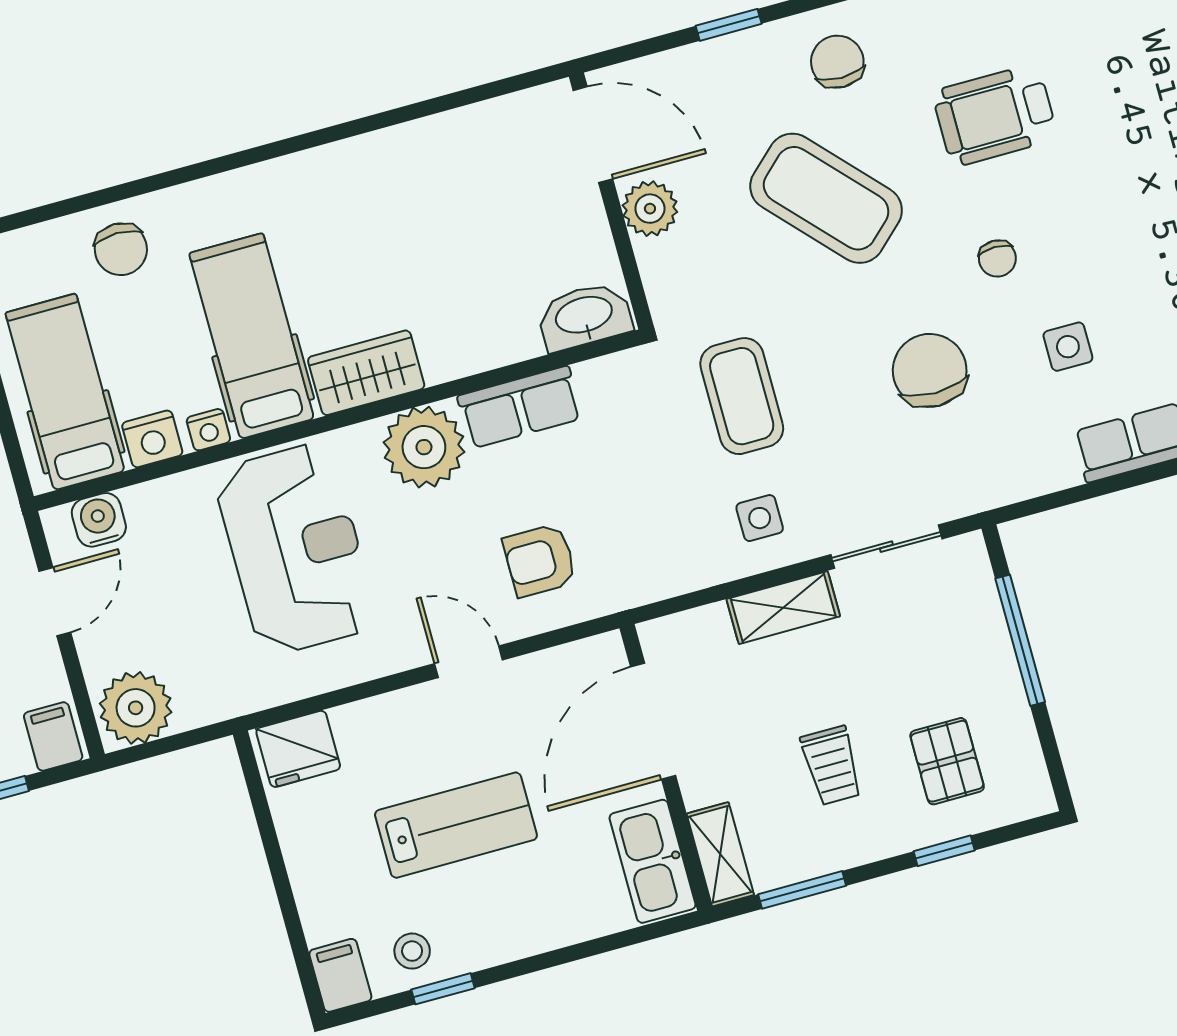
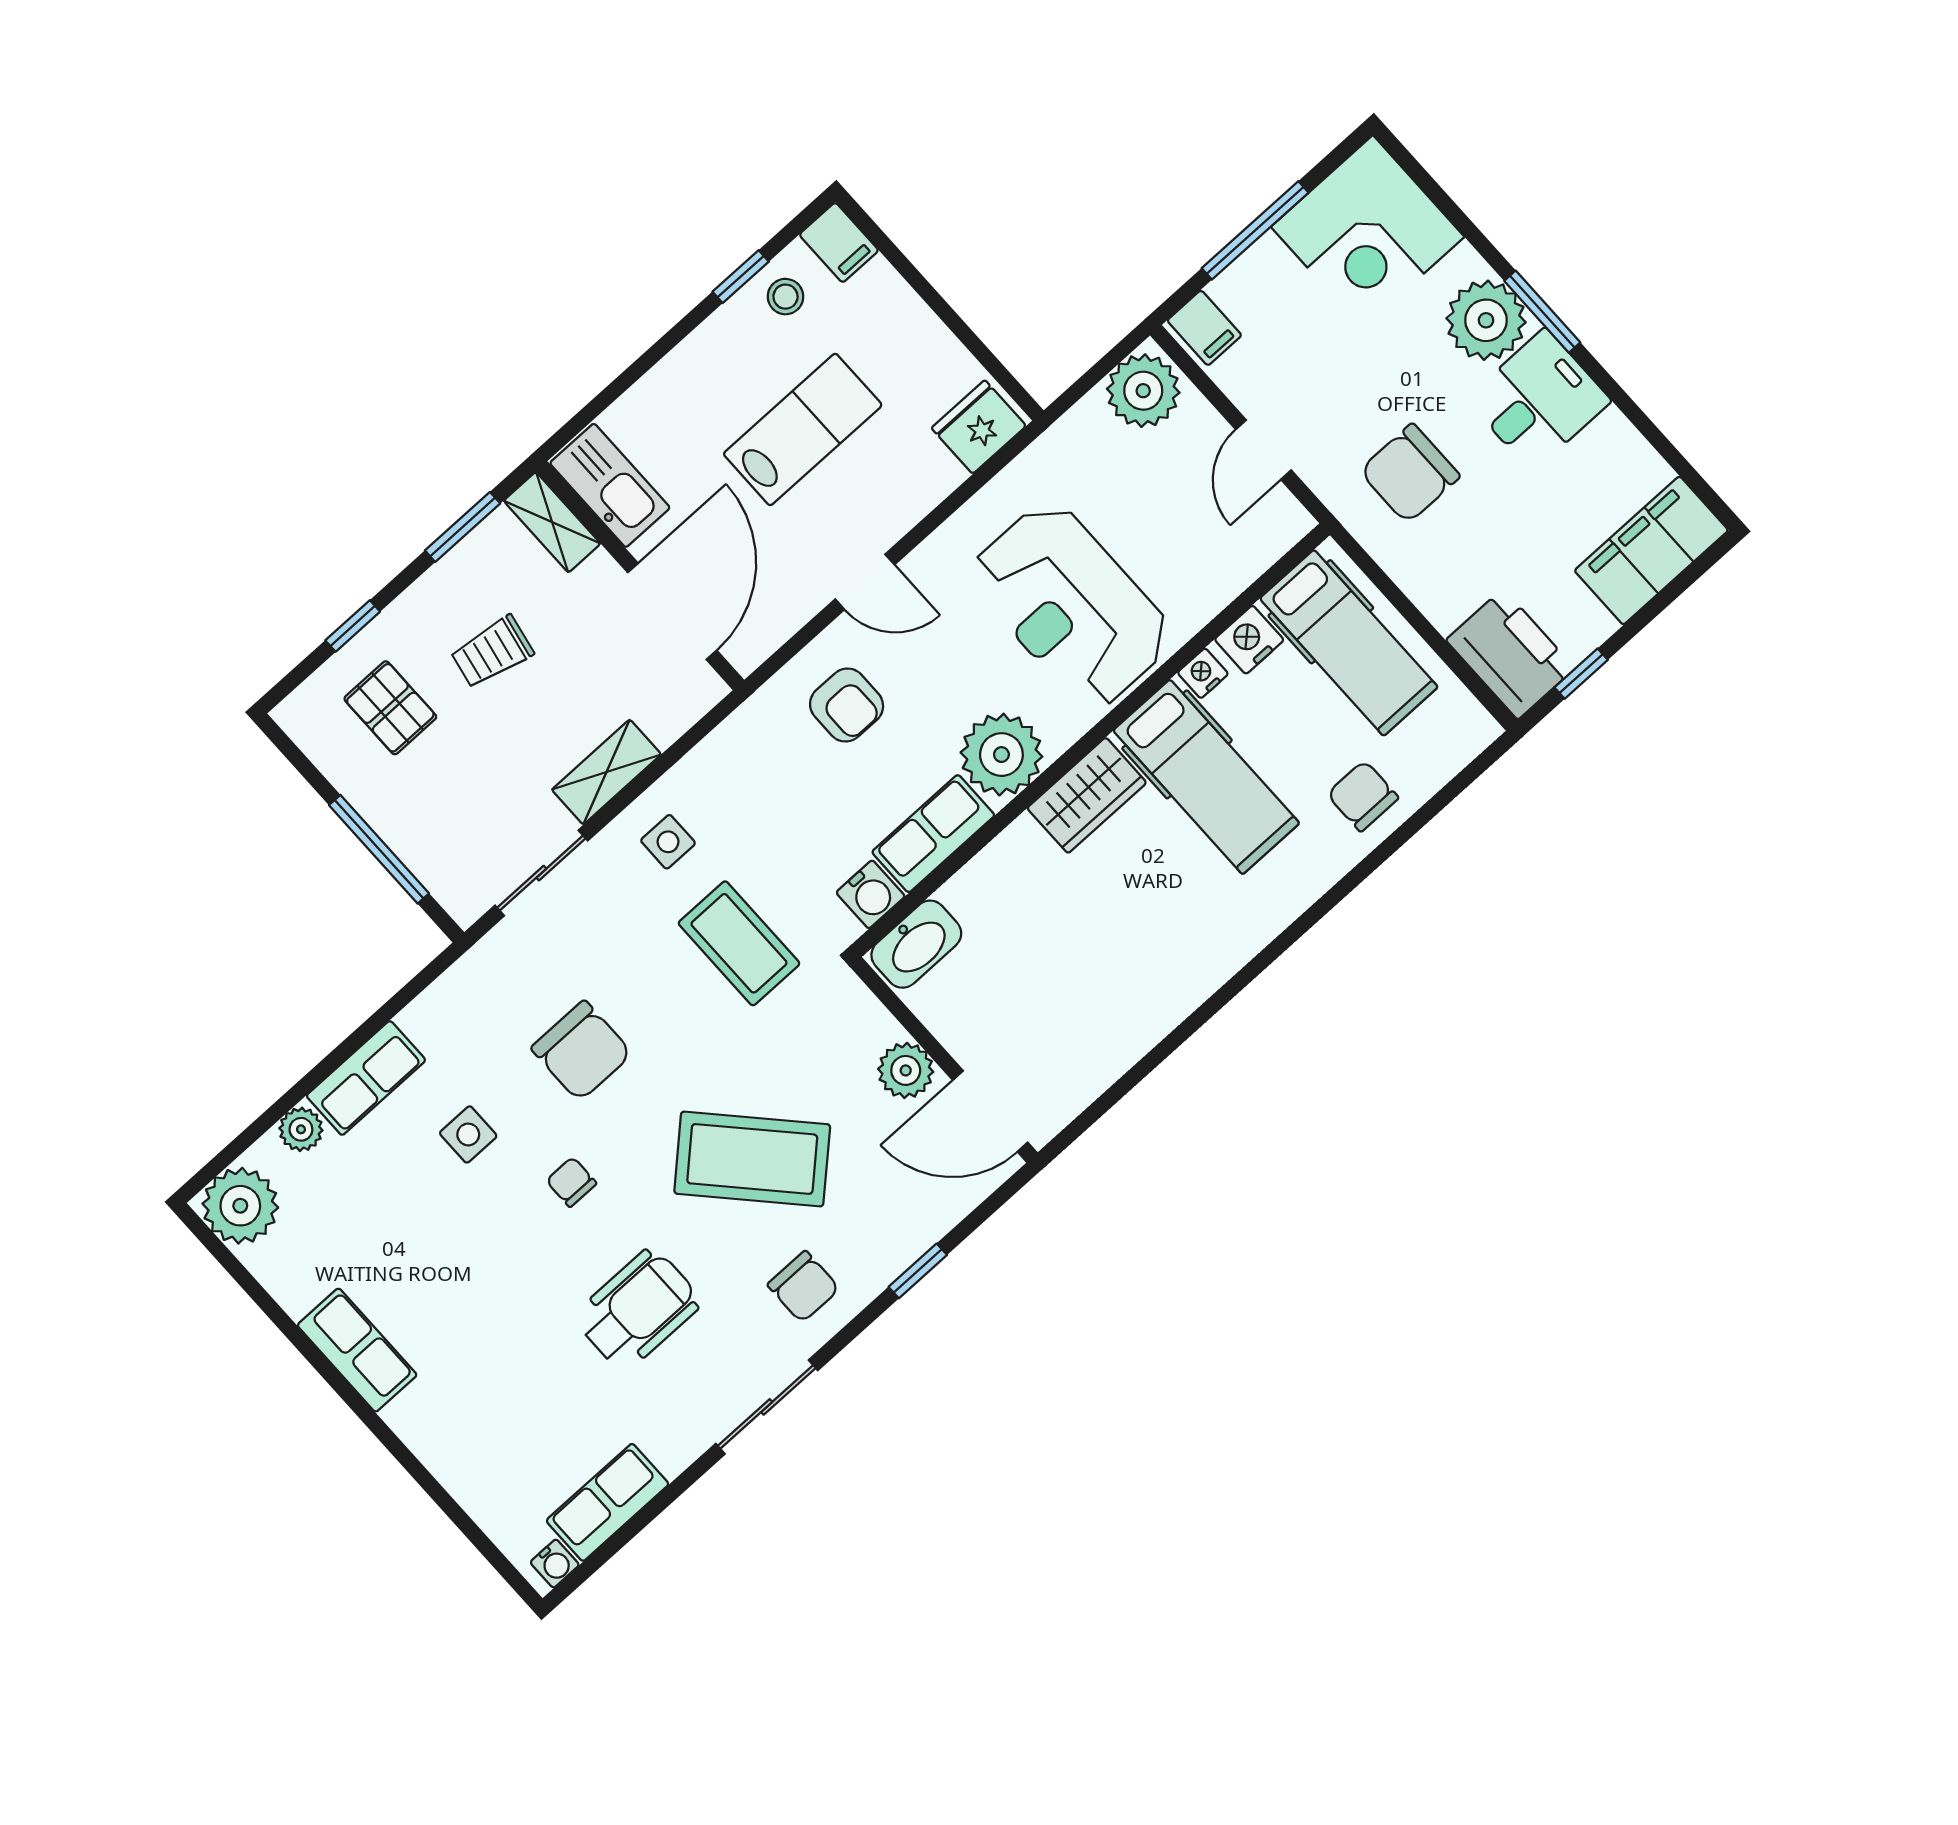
water cooler: (99, 520) -> (871, 894), moved
armchair: (540, 560) -> (847, 705), turned 90
trolley: (832, 765) -> (492, 652), turned -79
lab bench: (456, 825) -> (803, 429), turned 180

